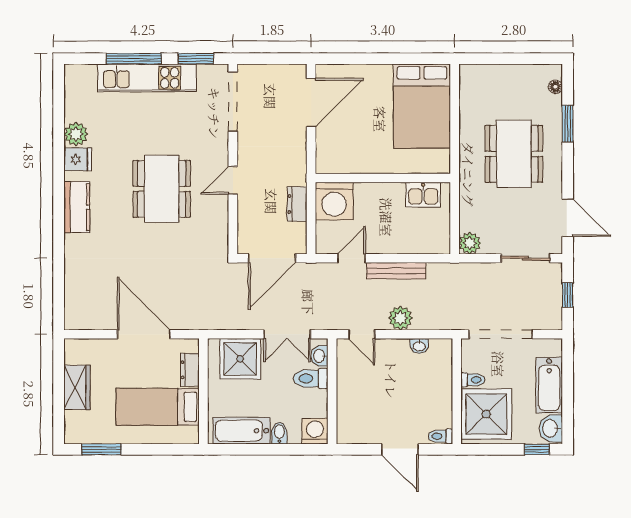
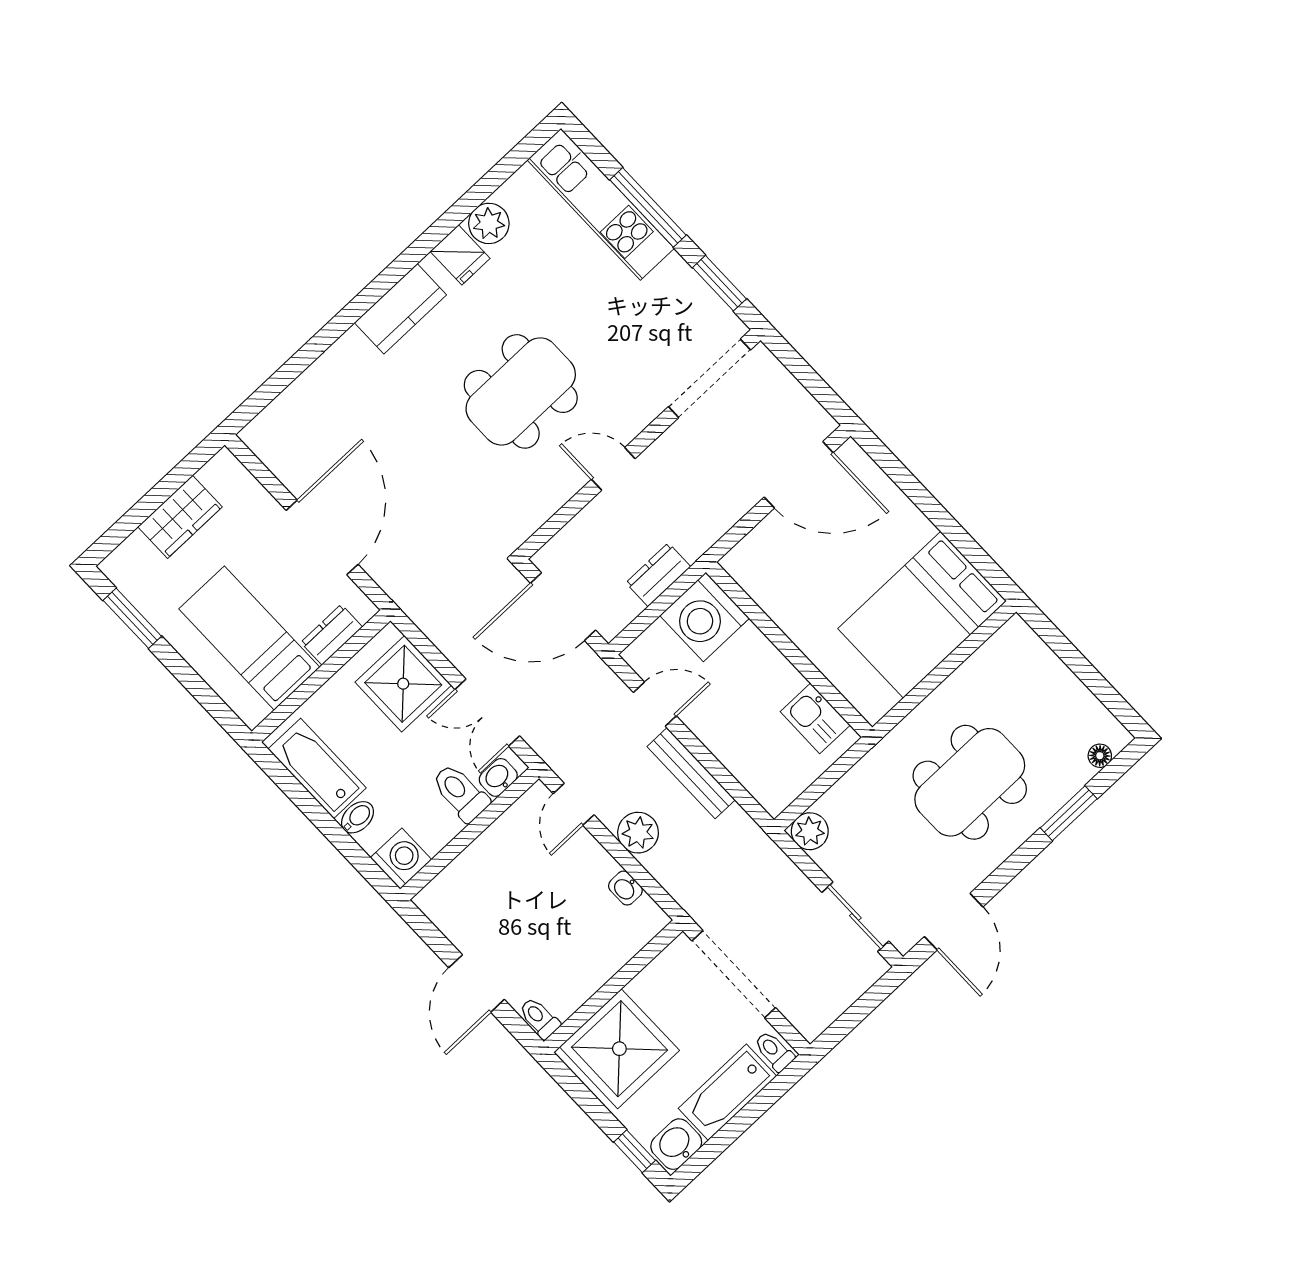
kitchen unit: (147, 78) -> (601, 204), moved
window: (568, 295) -> (859, 1011), removed
toilet: (473, 380) -> (774, 1051), moved, turned 180

